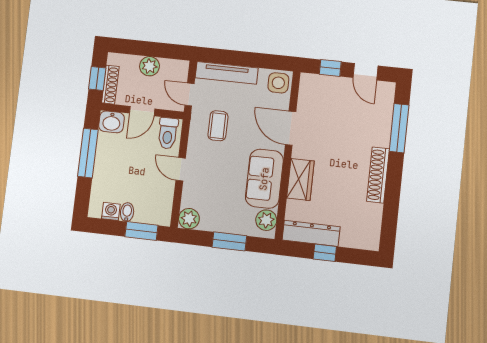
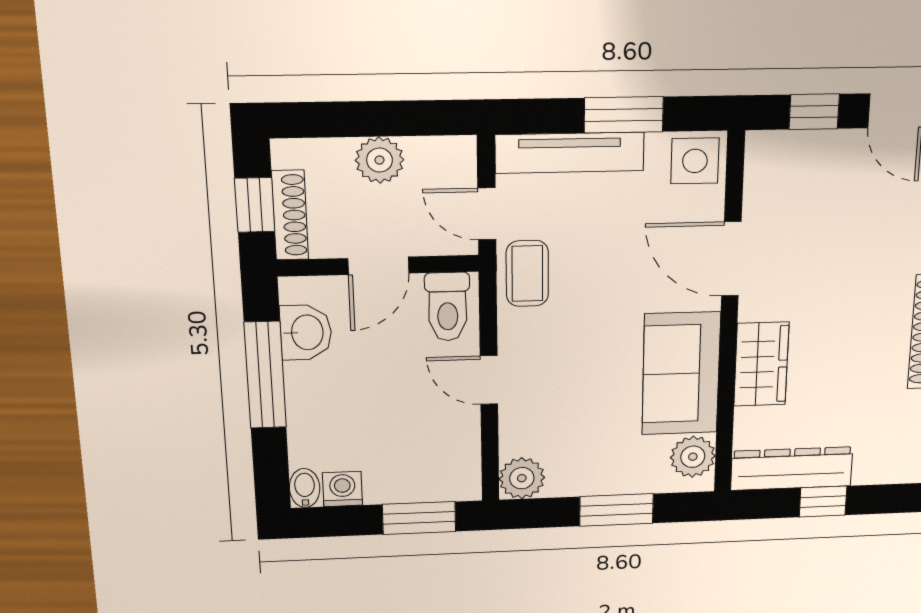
window: (250, 60) -> (624, 115), added
washbasin: (111, 122) -> (306, 332), moved, turned -90
coffee table: (218, 126) -> (527, 273), moved
bidet: (127, 212) -> (305, 488), moved

